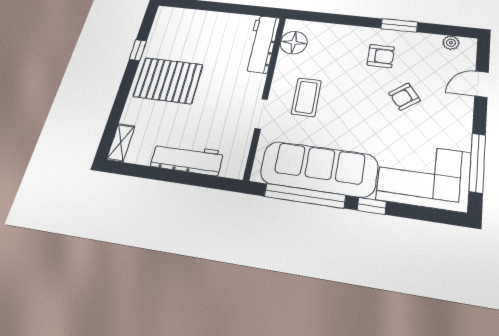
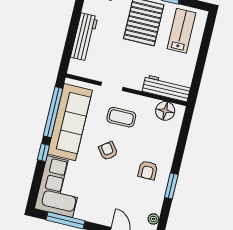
lab bench: (183, 34) -> (181, 31), added
armchair: (405, 97) -> (108, 151), moved

